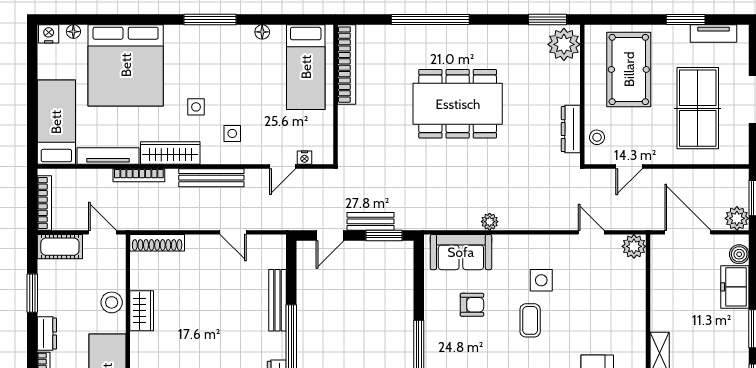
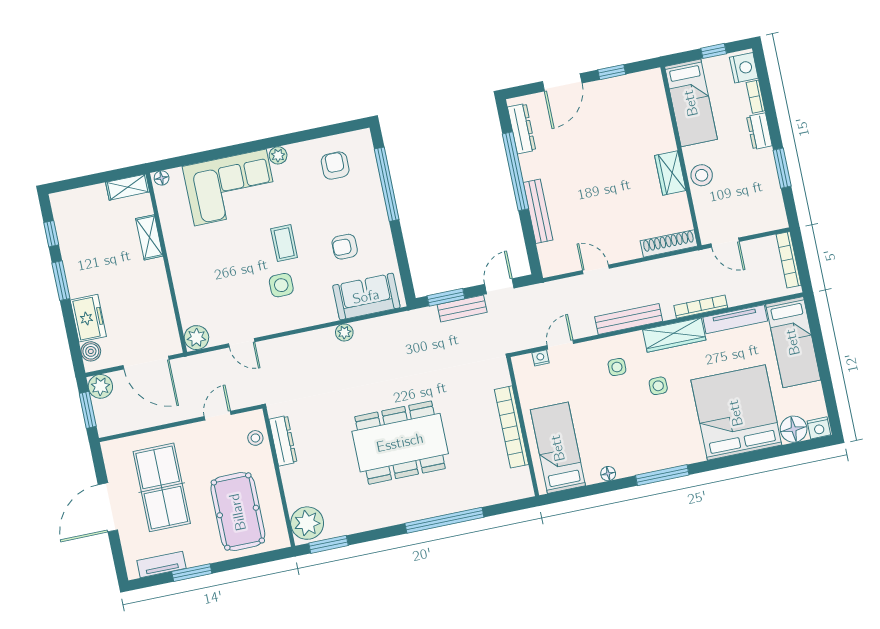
floor lamp: (73, 32) -> (794, 429), width x1.89, depth x1.89
bookcase: (347, 65) -> (511, 427), moved
cot: (60, 247) -> (764, 220), removed

